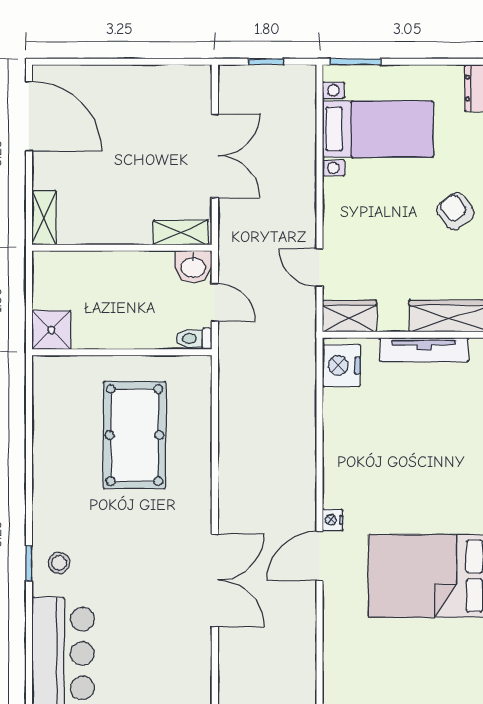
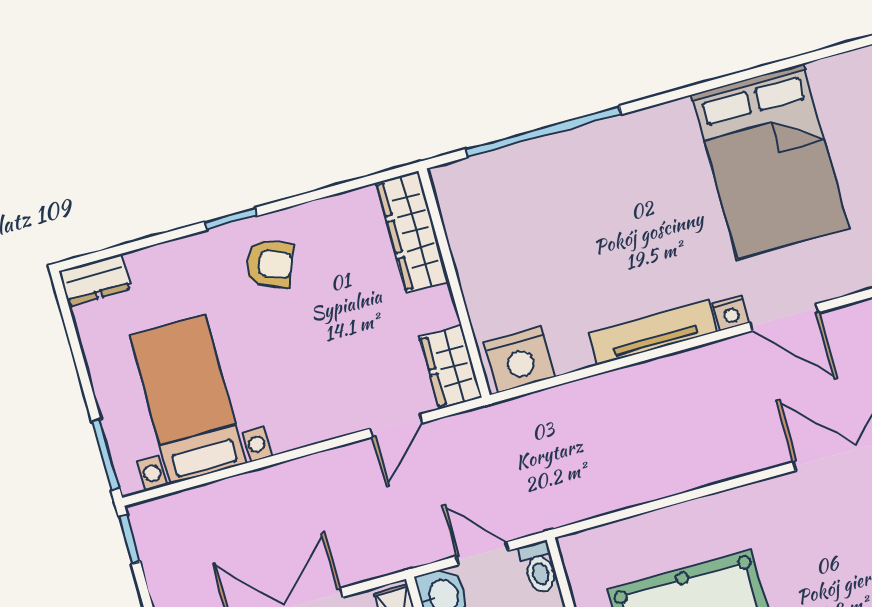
window: (266, 62) -> (129, 539), moved
armchair: (456, 211) -> (269, 264), turned -122
door: (215, 302) -> (482, 553), hinge flipped
tv unit: (424, 350) -> (653, 332), moved, turned -90

